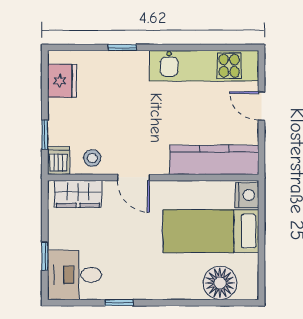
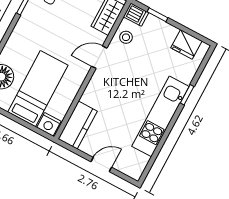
kitchen unit: (204, 66) -> (160, 116), moved
kitchen counter: (214, 160) -> (78, 125), width x0.67

